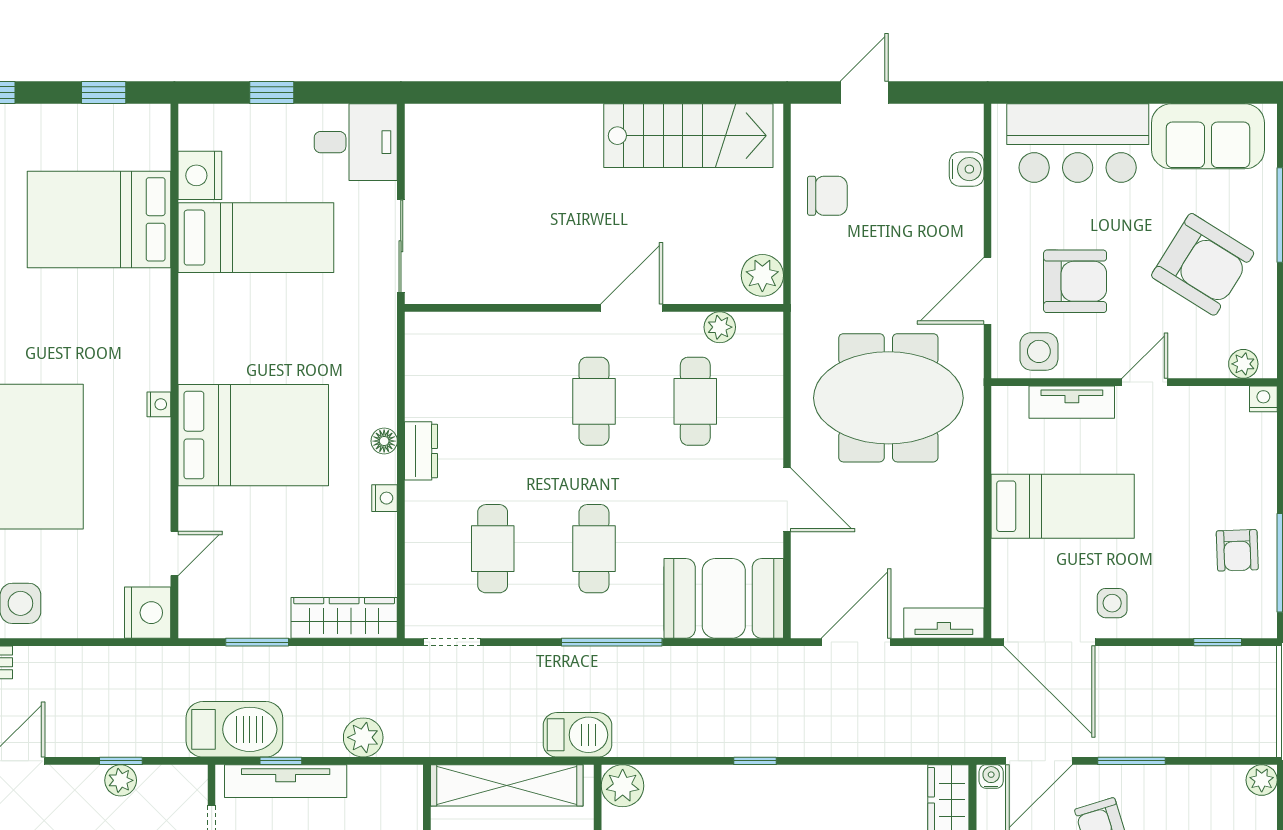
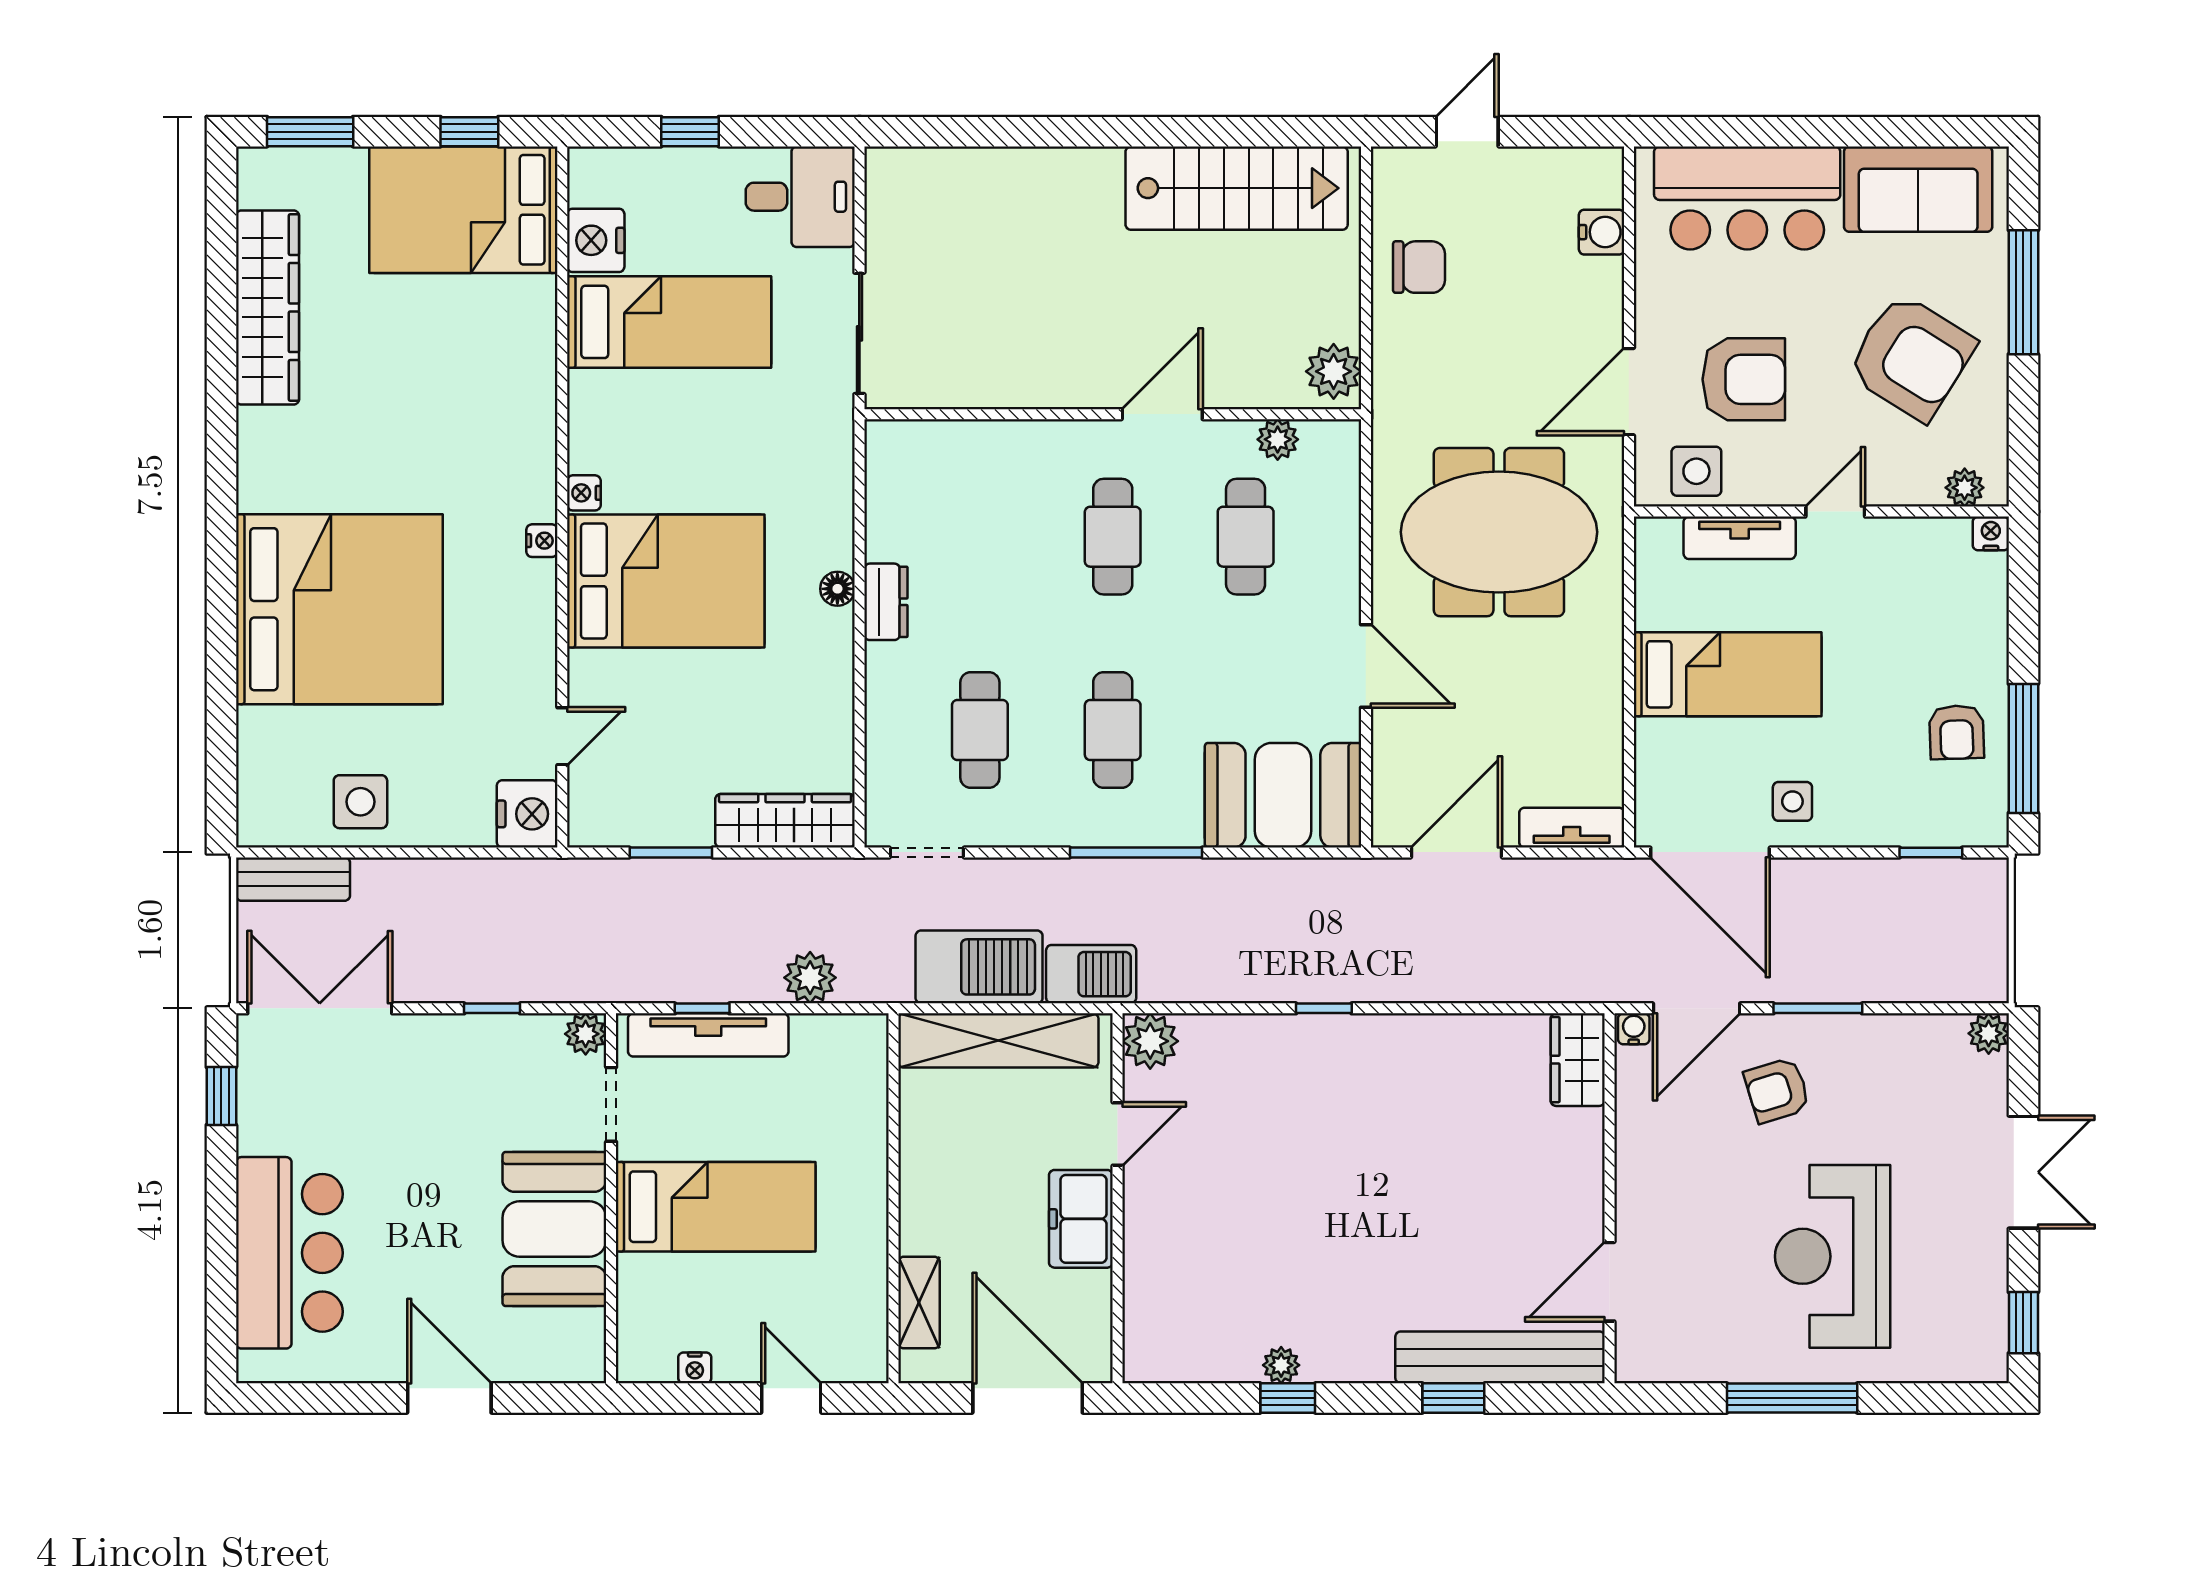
bed: (99, 219) -> (463, 210), moved
nightstand: (384, 498) -> (584, 493), moved, turned 180
barbecue: (234, 729) -> (979, 967), moved
plant: (121, 780) -> (586, 1034), moved

